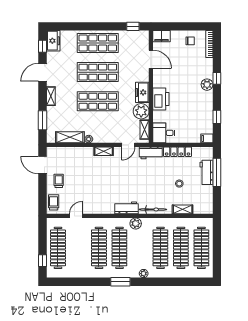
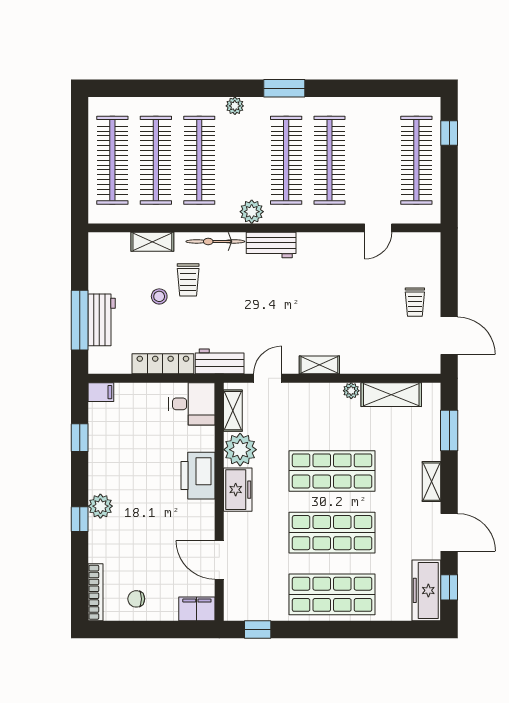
freezer: (53, 41) -> (426, 590), width x1.40
door: (43, 72) -> (449, 532), hinge flipped
trolley: (54, 202) -> (188, 280), moved

